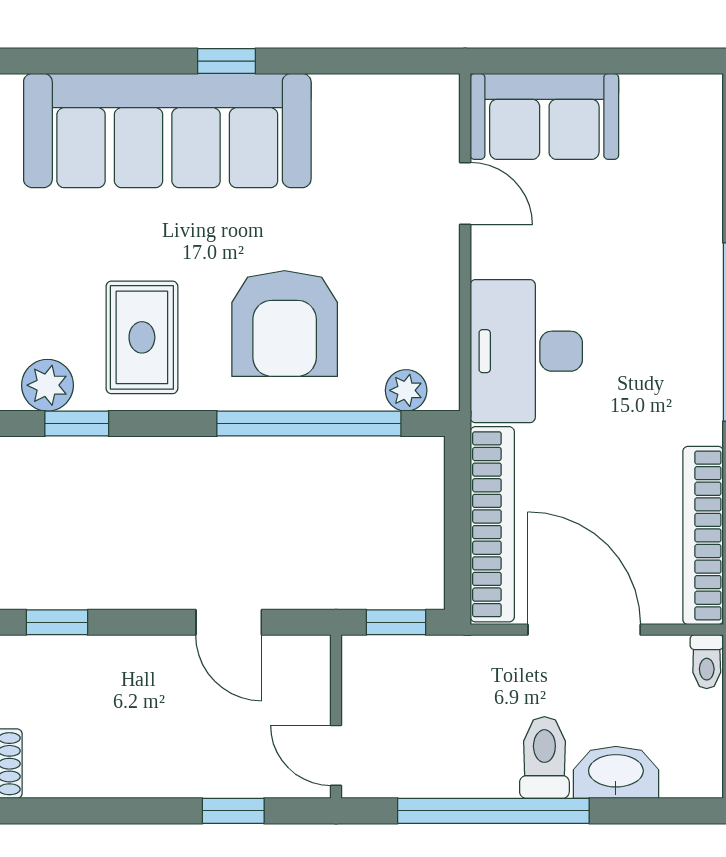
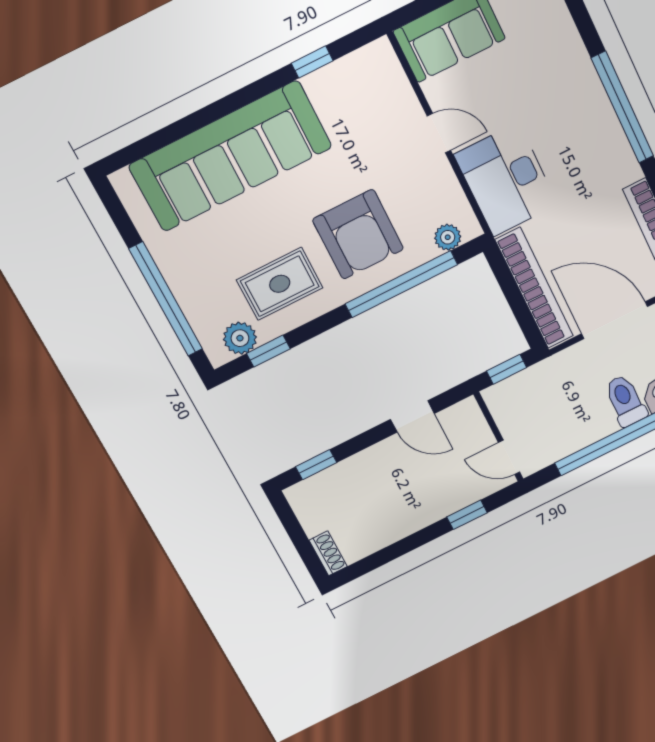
window: (227, 61) -> (312, 62), moved
door: (465, 193) -> (439, 133), moved
rug: (142, 337) -> (280, 284), turned 90

